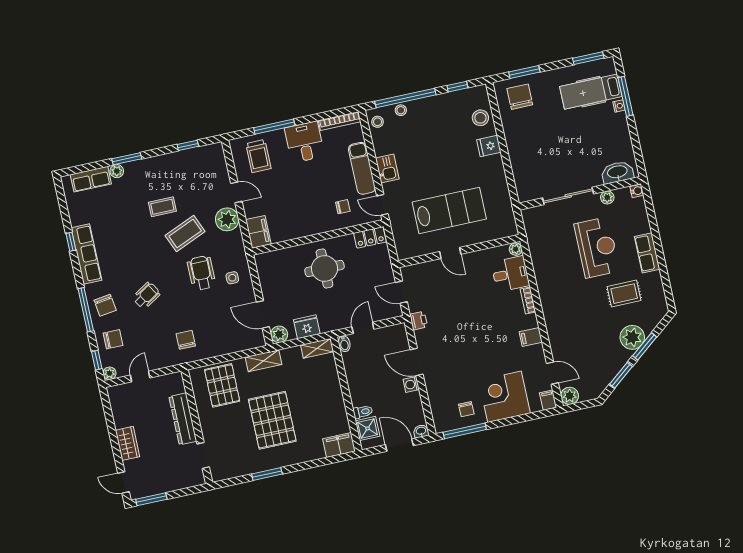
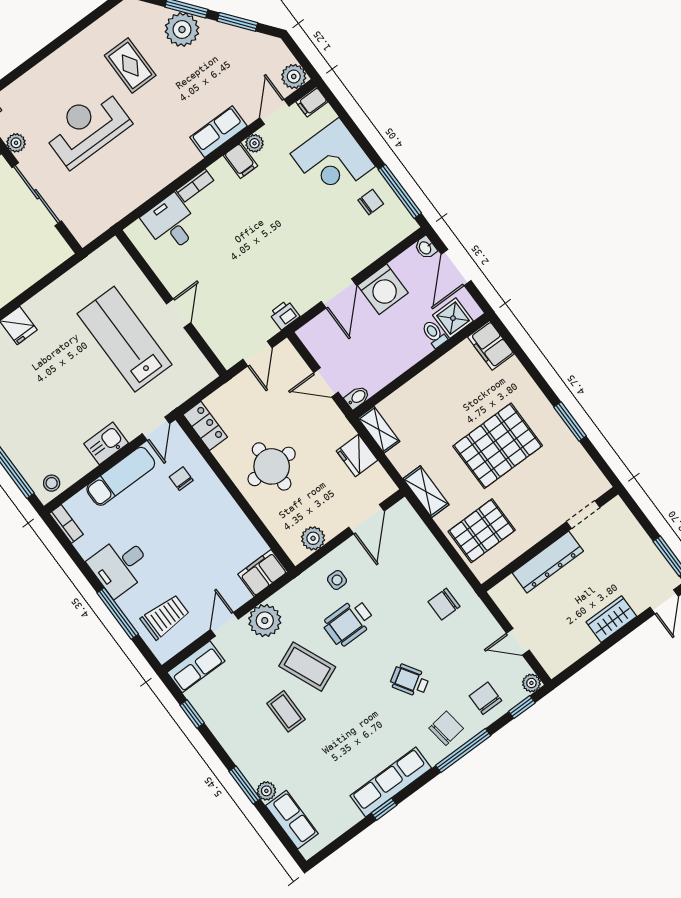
stool: (401, 110) -> (23, 460), removed
bookcase: (340, 121) -> (66, 524), width x0.64
row of seats: (217, 162) -> (196, 667), added
plant: (516, 249) -> (254, 143), moved
row of seats: (647, 253) -> (219, 132), moved, turned 180
plant: (279, 334) -> (313, 538), moved
washing machine: (411, 384) -> (383, 289), width x1.89, depth x1.89

